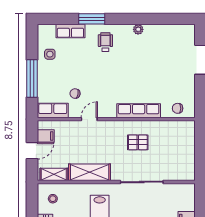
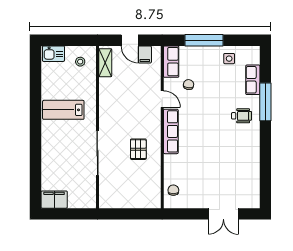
window: (92, 19) -> (265, 102), width x1.44
plant: (138, 29) -> (255, 150), removed
row of seats: (139, 111) -> (171, 131), moved
shelving: (90, 172) -> (107, 99), removed

